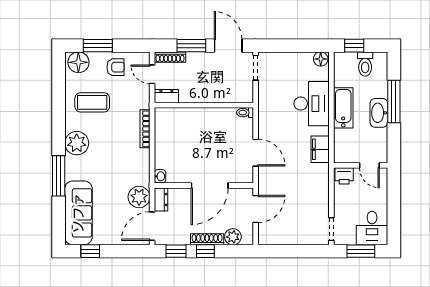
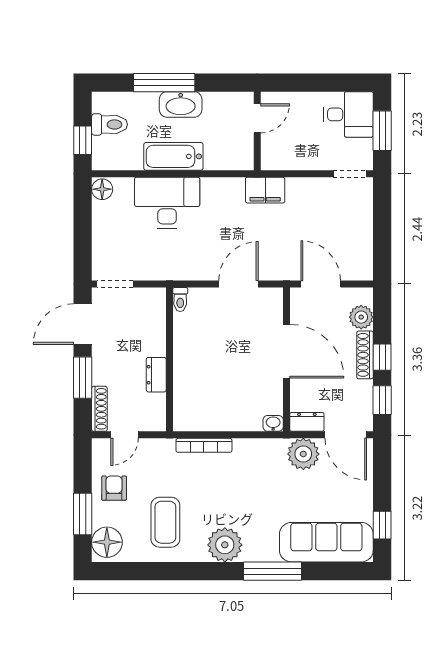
dresser: (166, 96) -> (156, 375), moved
filing cabinet: (320, 149) -> (265, 190), moved
printer: (344, 176) -> (273, 155), removed

